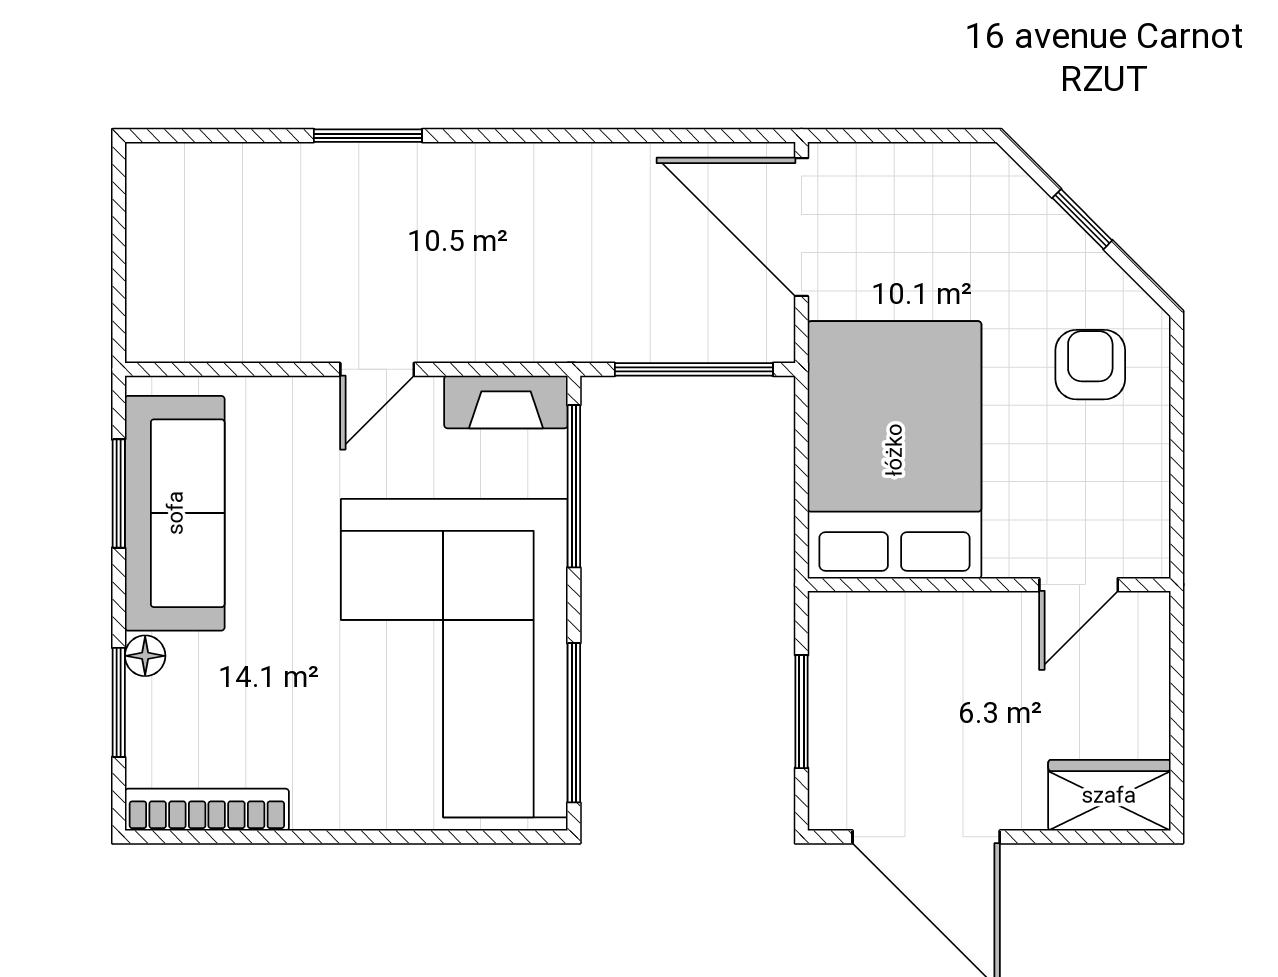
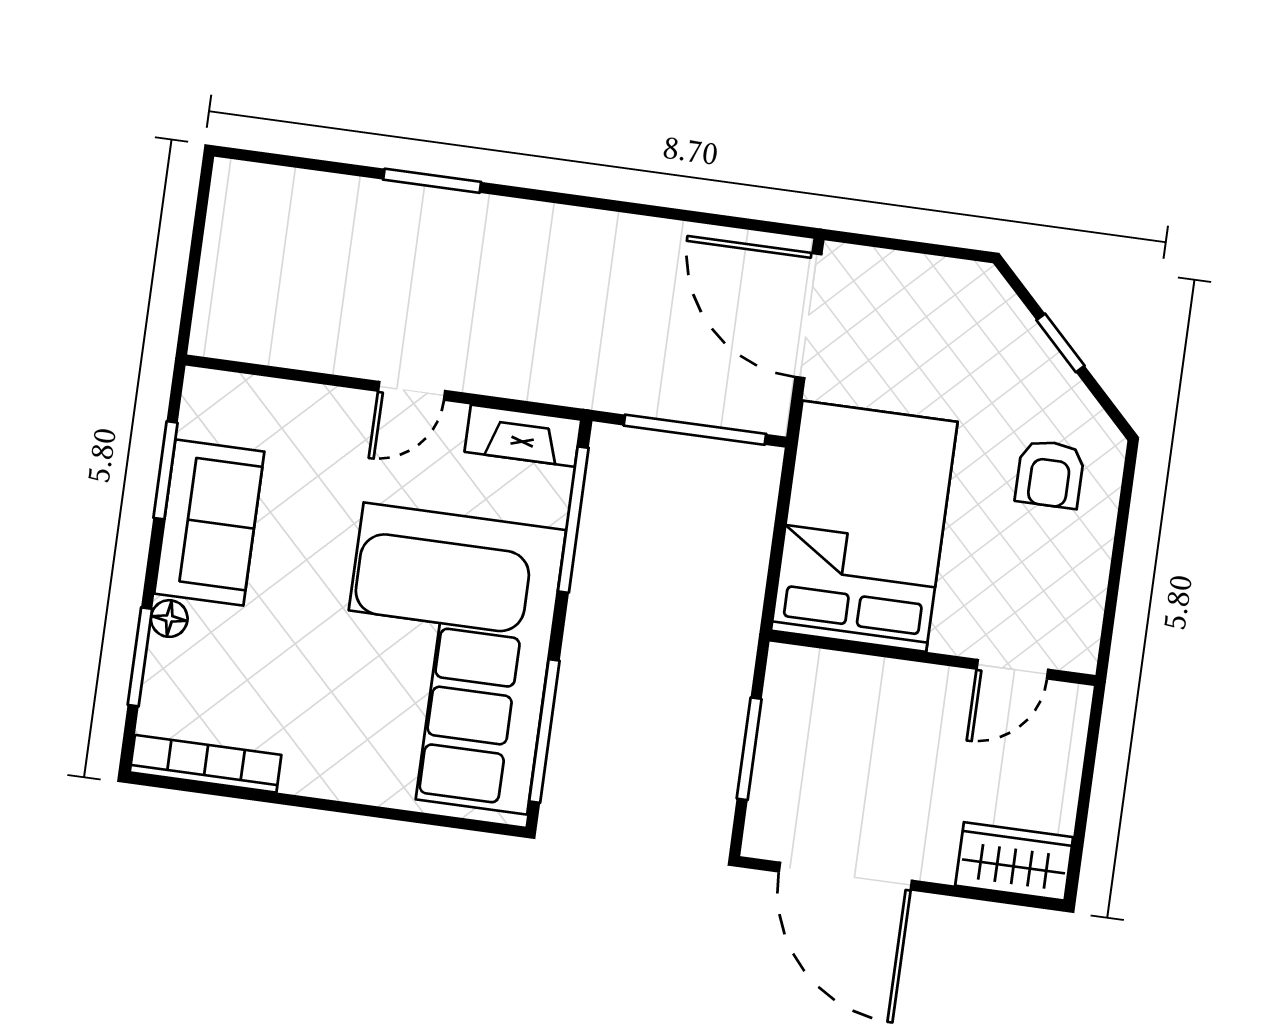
armchair: (1090, 365) -> (1050, 474), turned 180
sofa: (175, 513) -> (209, 523), width x0.73

